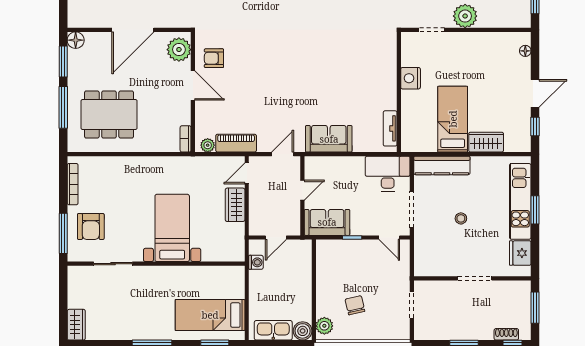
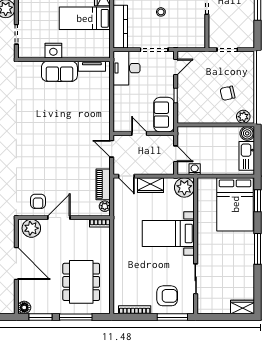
sofa: (329, 139) -> (59, 71), moved, turned -90
plant: (232, 249) -> (184, 187), added
bed: (210, 315) -> (235, 204), width x1.50

